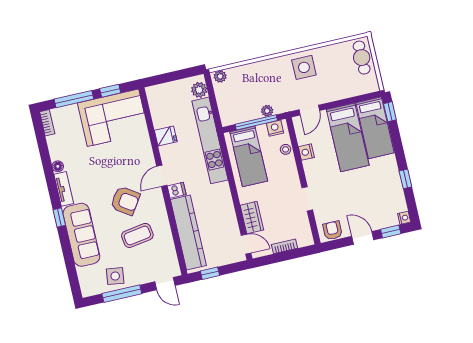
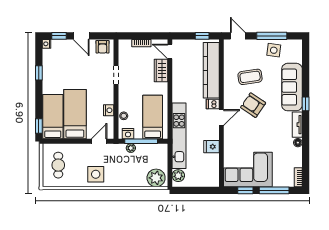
cafe table: (362, 58) -> (58, 165), moved
plant: (220, 76) -> (156, 178), width x1.88, depth x1.88

